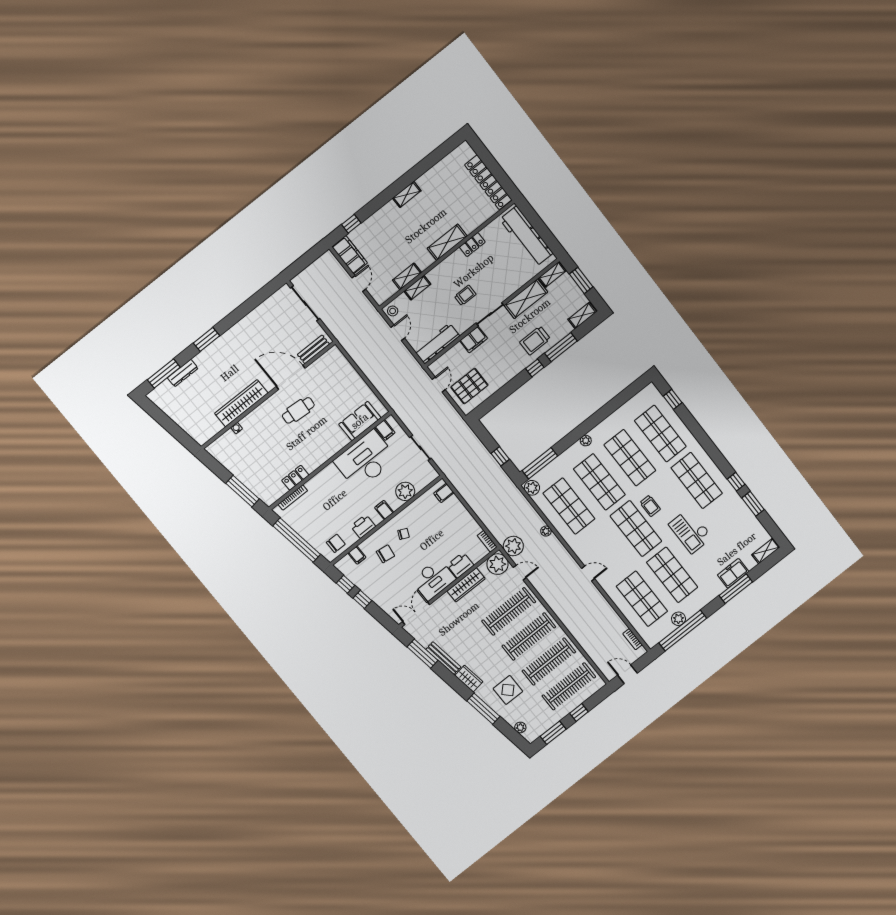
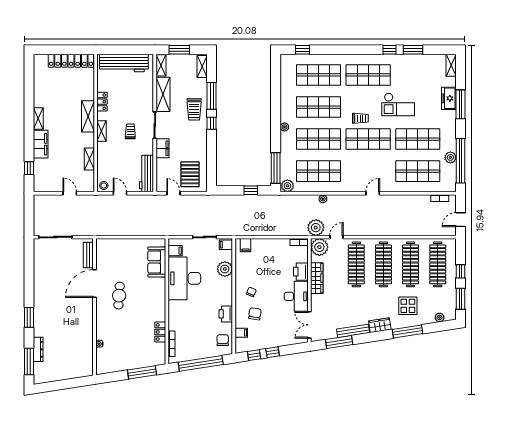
filing cabinet: (350, 255) -> (41, 144), moved, turned 90
shelving: (417, 288) -> (102, 131), moved
wardrobe: (241, 403) -> (86, 328), removed
filing cabinet: (384, 510) -> (226, 245), moved

